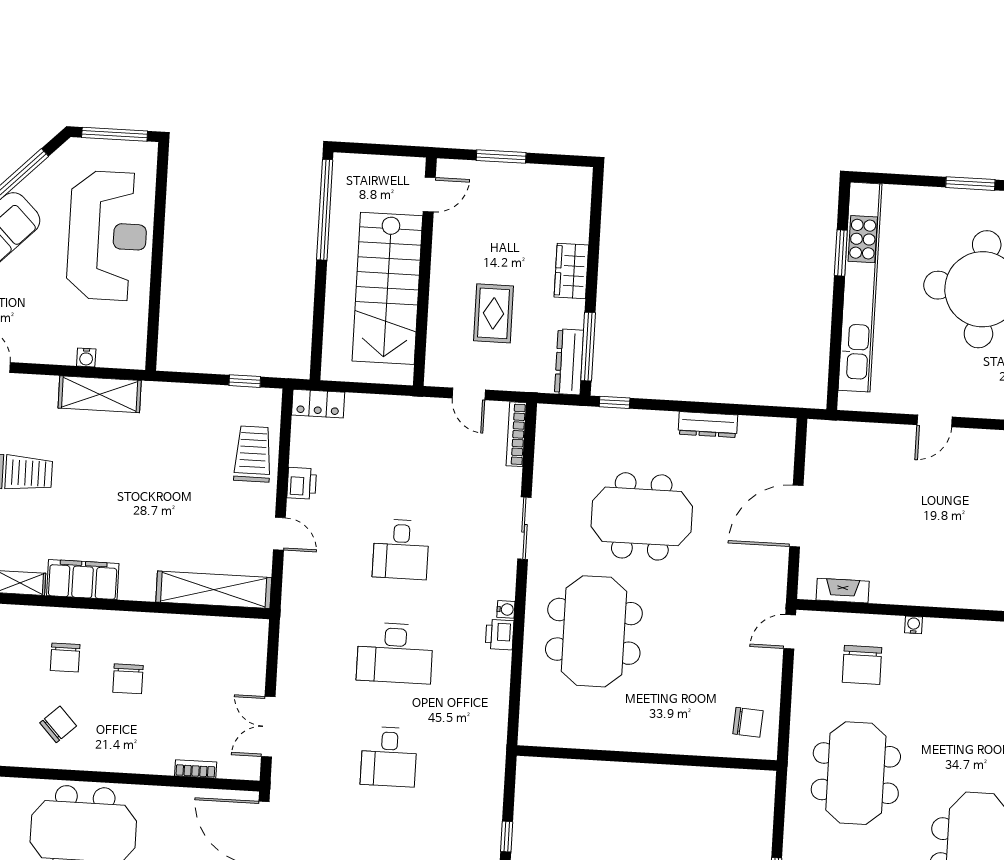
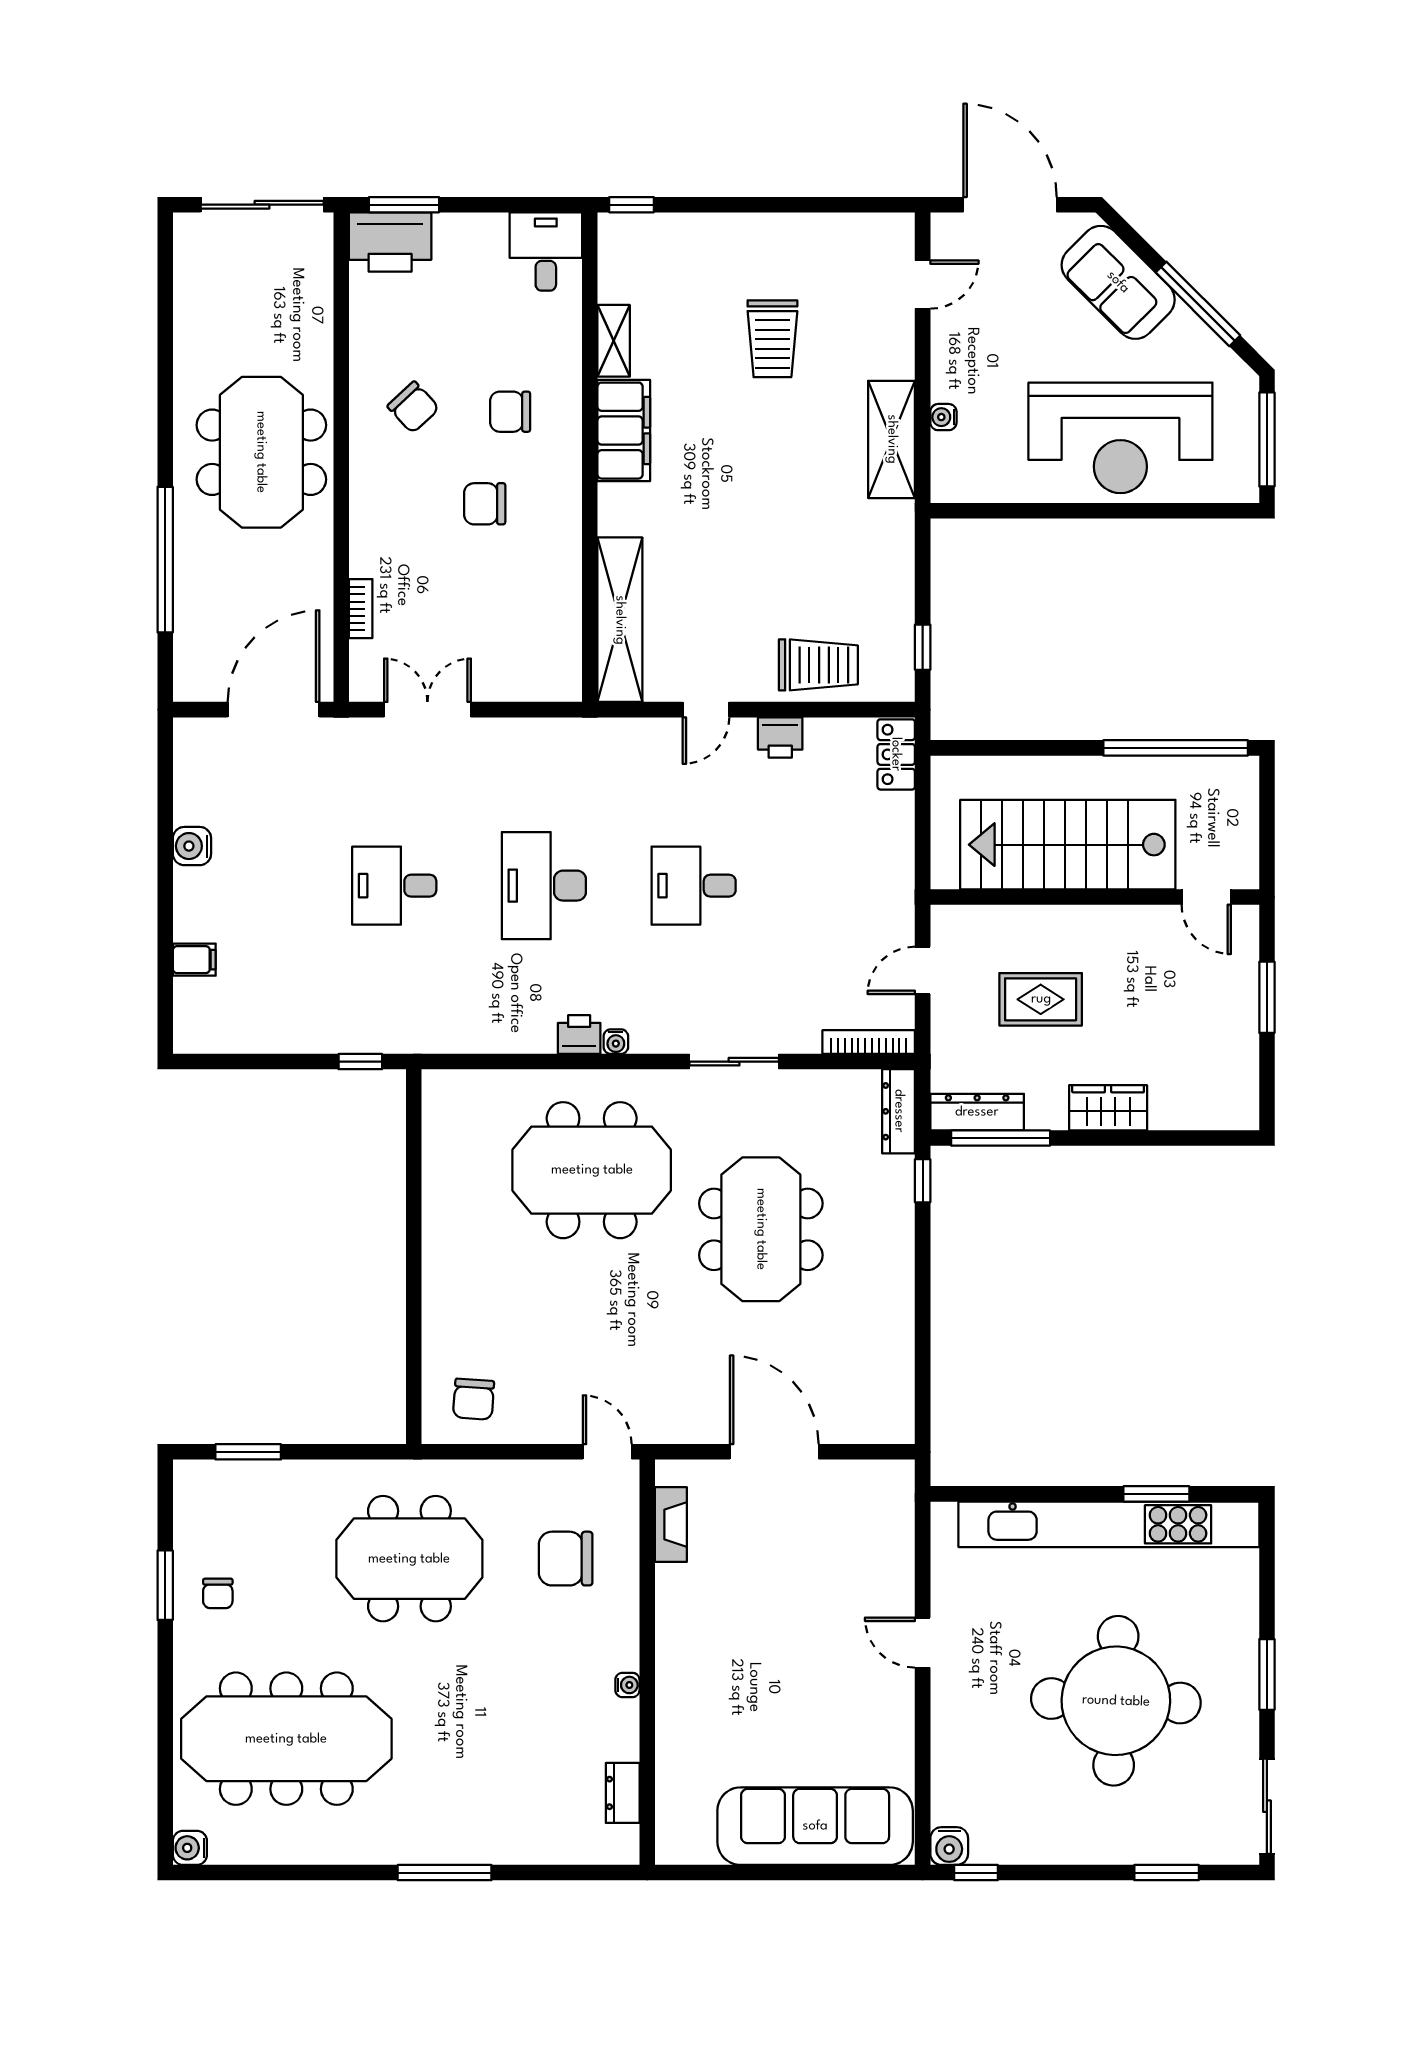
dresser: (708, 425) -> (899, 1111), moved
water cooler: (914, 625) -> (627, 1685), moved
window: (507, 837) -> (360, 1062), moved

